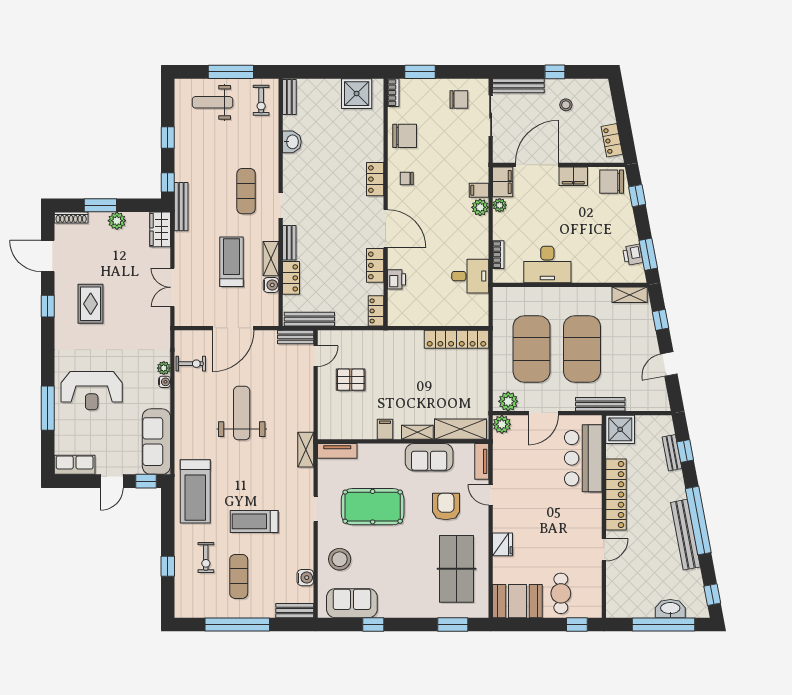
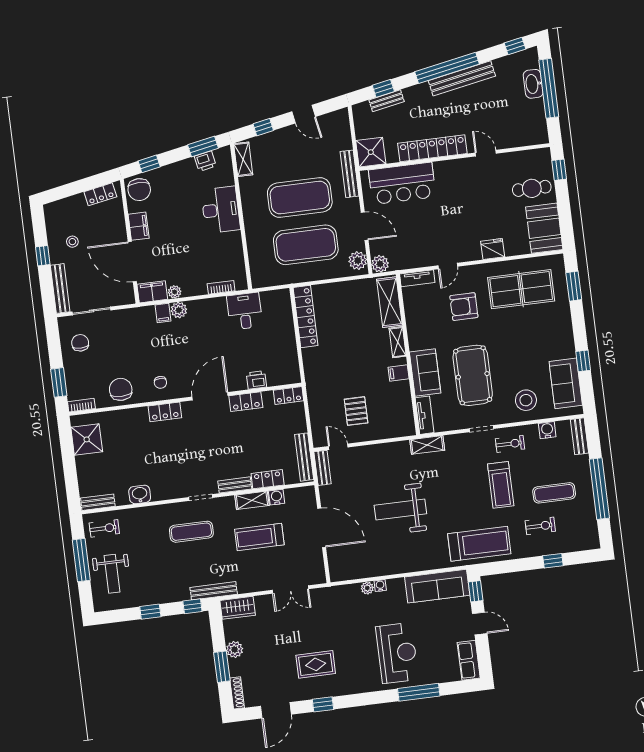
desk: (547, 264) -> (221, 210), moved
exercise bike: (191, 364) -> (510, 444), moved, turned 90
sofa: (429, 457) -> (425, 373), moved

